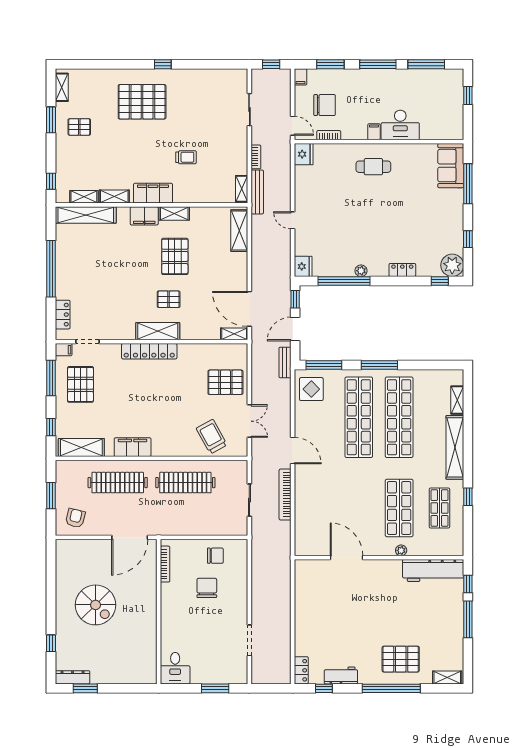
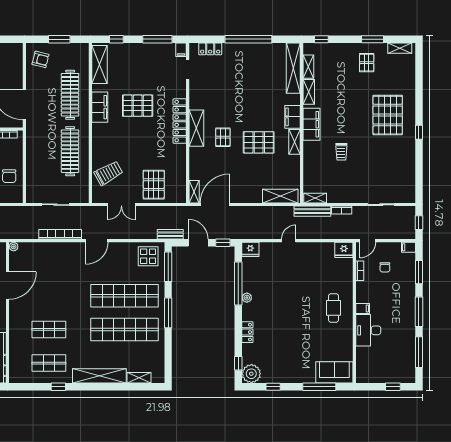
chair: (325, 105) -> (385, 267), width x0.54, depth x0.54
pallet: (80, 384) -> (138, 106), moved
shop shelf: (399, 508) -> (49, 329), width x0.70, depth x0.74
plant: (401, 550) -> (14, 247), moved

